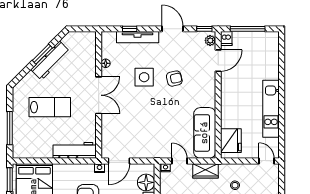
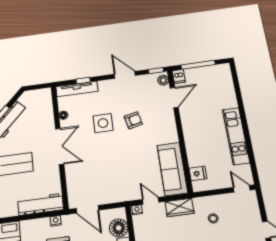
tv unit: (138, 37) -> (77, 89), moved
fridge: (231, 141) -> (198, 173), width x0.53, depth x0.75
door: (119, 161) -> (87, 209), hinge flipped
nightstand: (100, 168) -> (56, 221), moved

